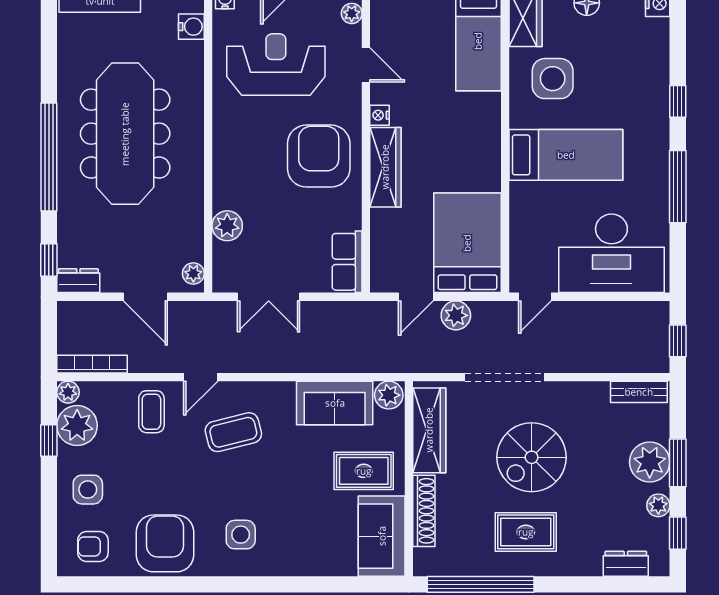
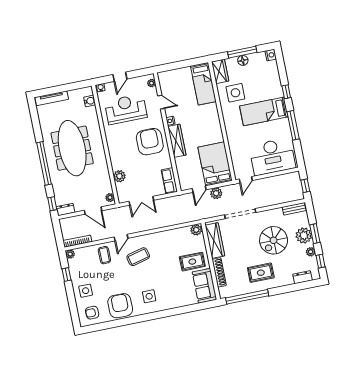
bed: (566, 155) -> (264, 111), moved, turned 180
sofa: (335, 403) -> (176, 237), removed
plant: (77, 426) -> (76, 266), removed
spiral stairs: (532, 457) -> (274, 240), moved

